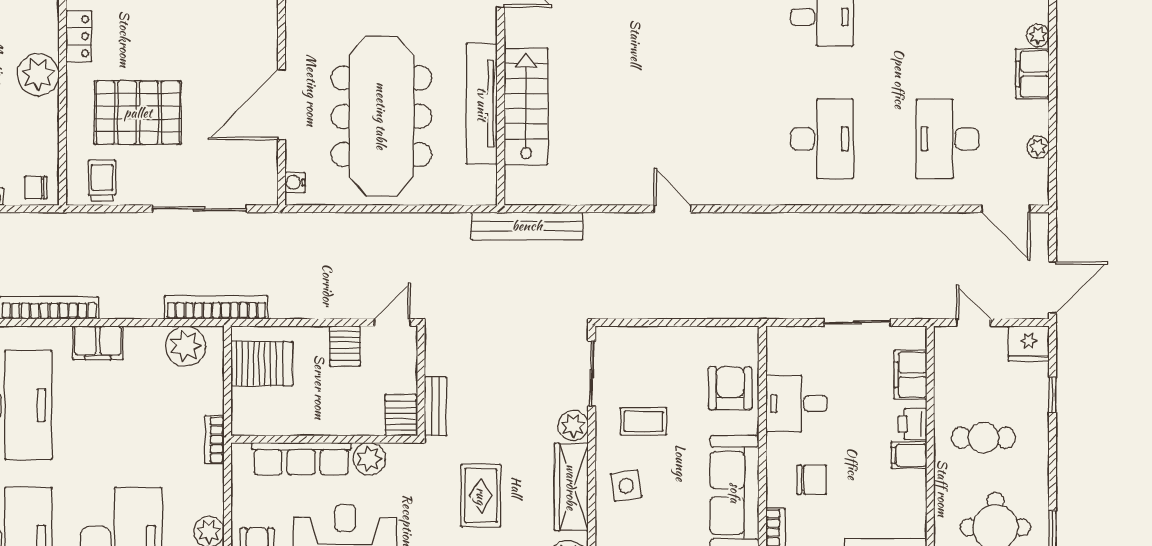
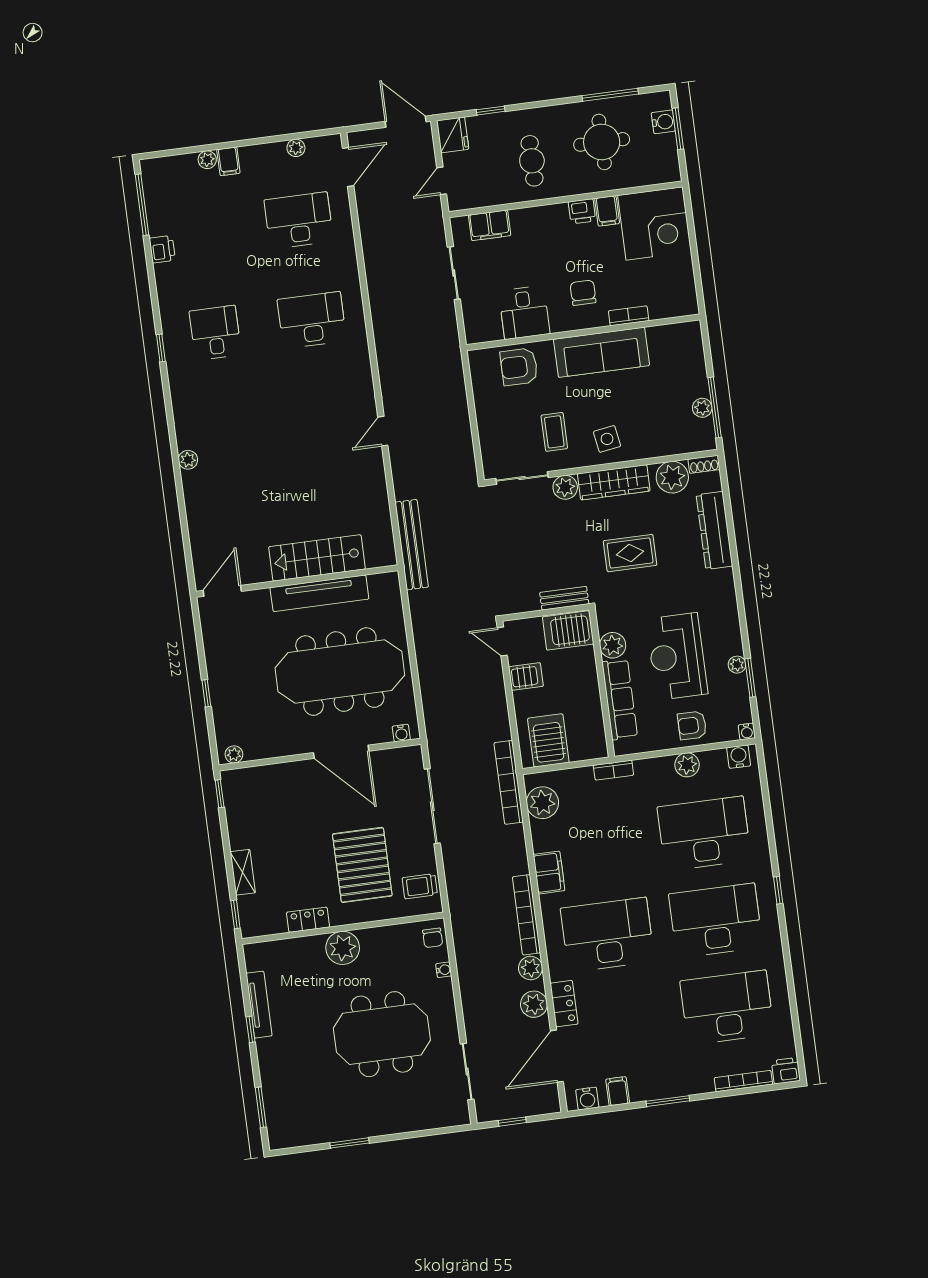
filing cabinet: (1032, 74) -> (228, 161), width x0.50
desk: (948, 139) -> (299, 220), turned 180
server rack: (401, 415) -> (568, 630), width x1.36, depth x1.44
printer: (913, 424) -> (582, 211), moved
filing cabinet: (909, 455) -> (607, 211), moved

